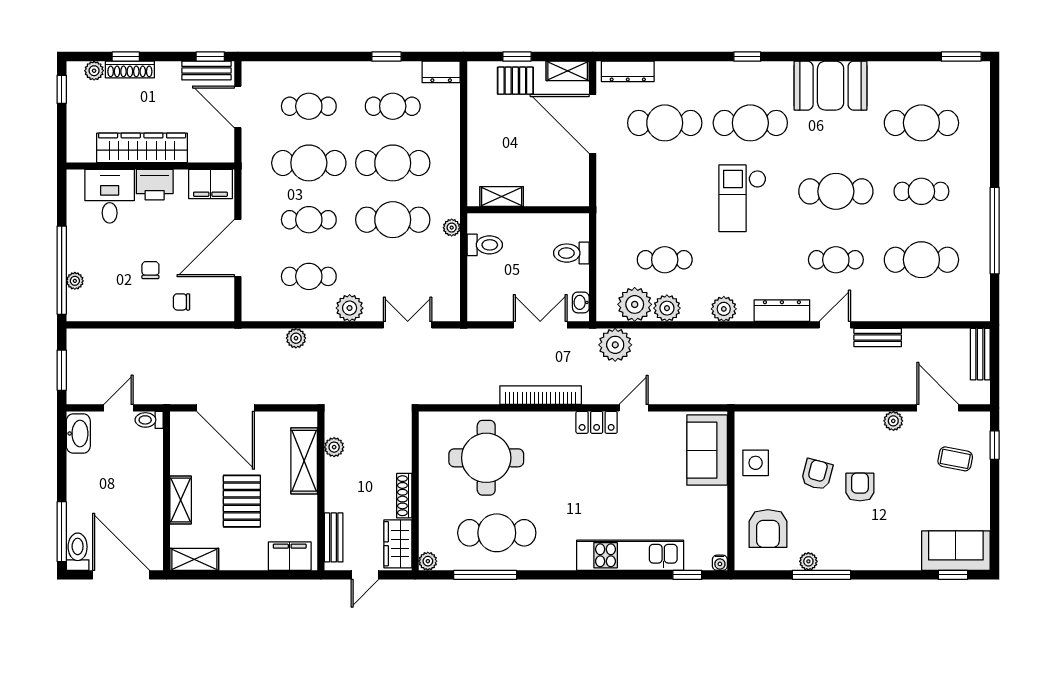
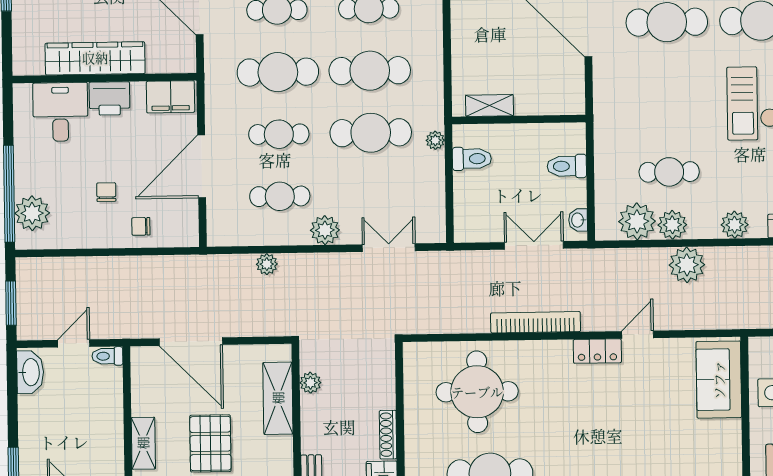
plant: (75, 281) -> (32, 213), width x1.88, depth x1.88
plant: (615, 345) -> (687, 265), moved

